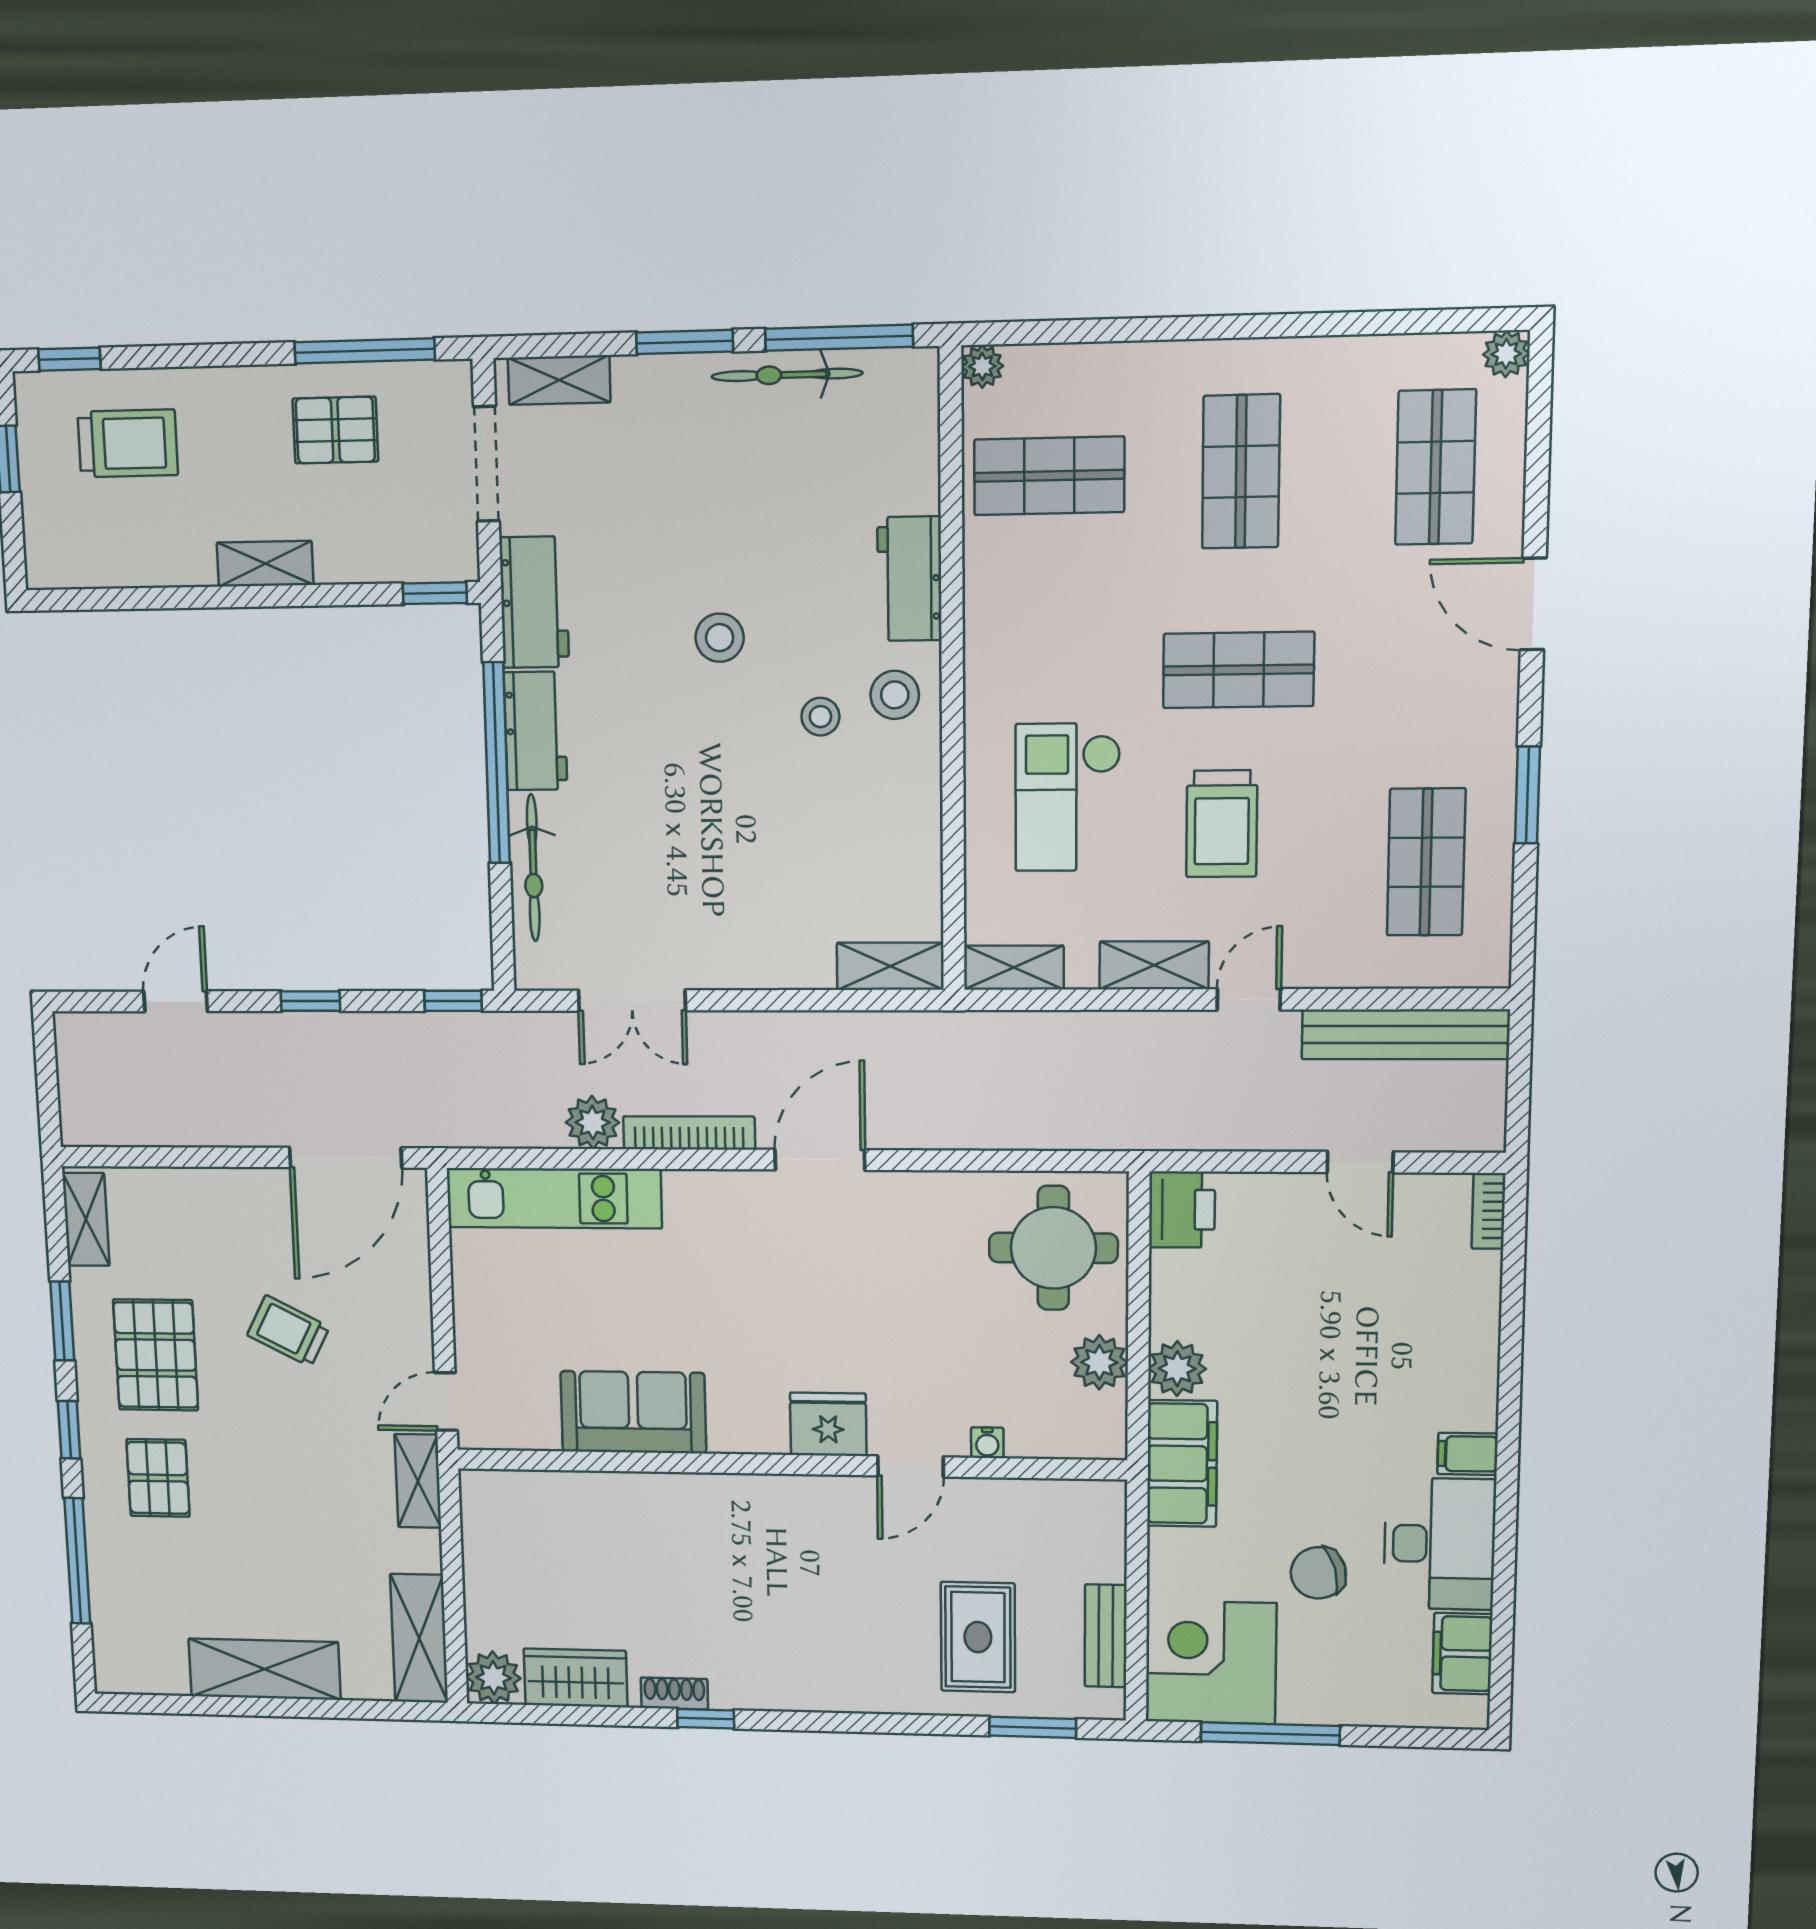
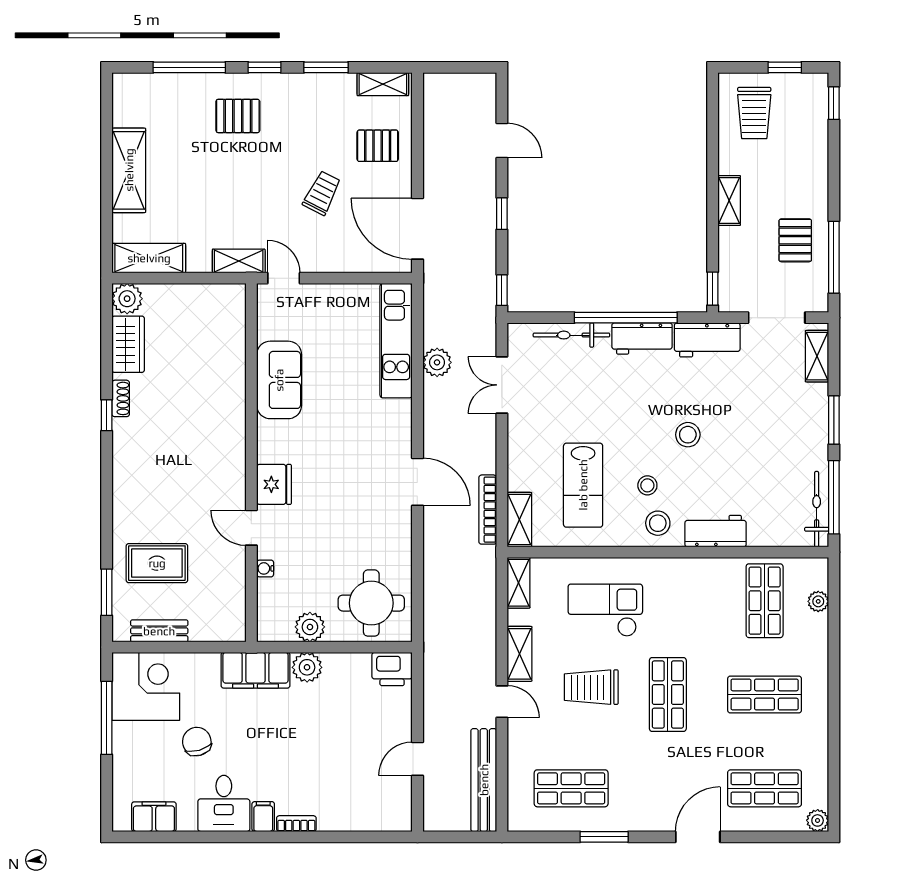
plant: (982, 366) -> (818, 601), moved
bicycle: (787, 375) -> (817, 509), moved
trolley: (128, 443) -> (754, 113), moved
lab bench: (822, 843) -> (583, 485), added
bookcase: (689, 1133) -> (488, 510), moved, turned 180
bookcase: (1488, 1211) -> (296, 824), moved
pallet: (156, 1355) -> (378, 146), moved, width x0.67, depth x0.71
desk: (1439, 1544) -> (224, 803), width x0.73

